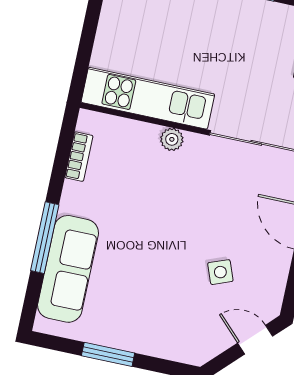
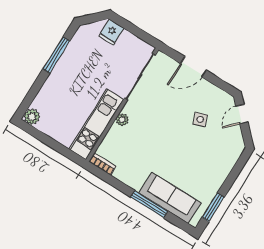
bookcase: (79, 157) -> (102, 164), moved
window: (108, 354) -> (213, 207), moved

